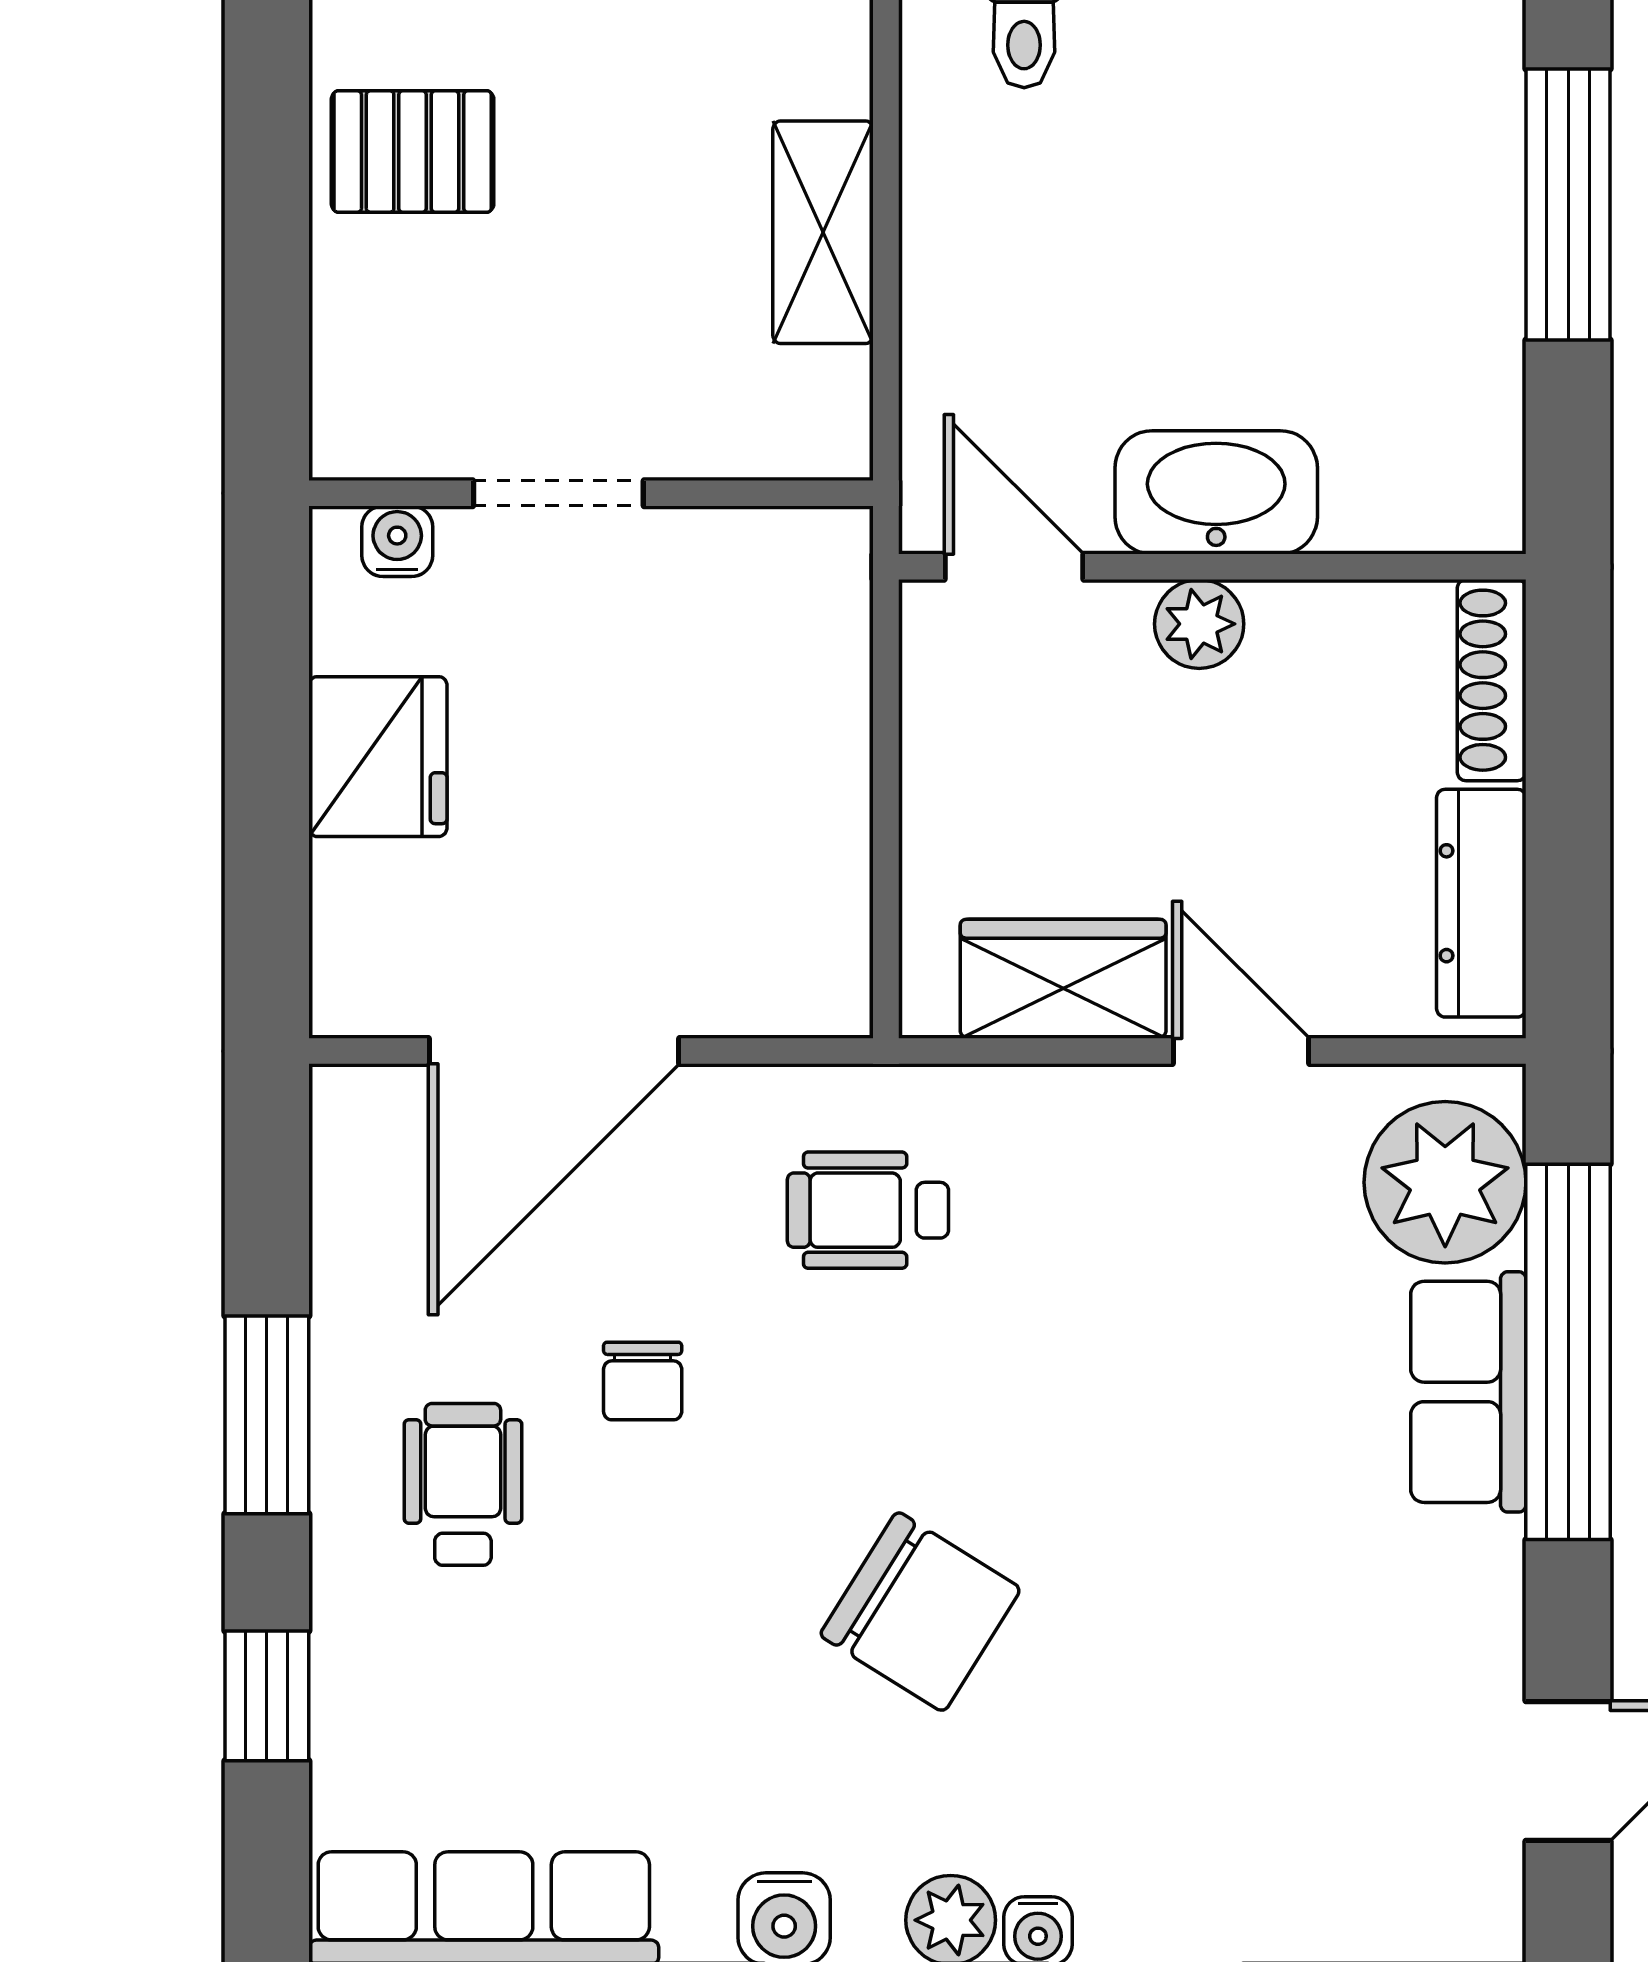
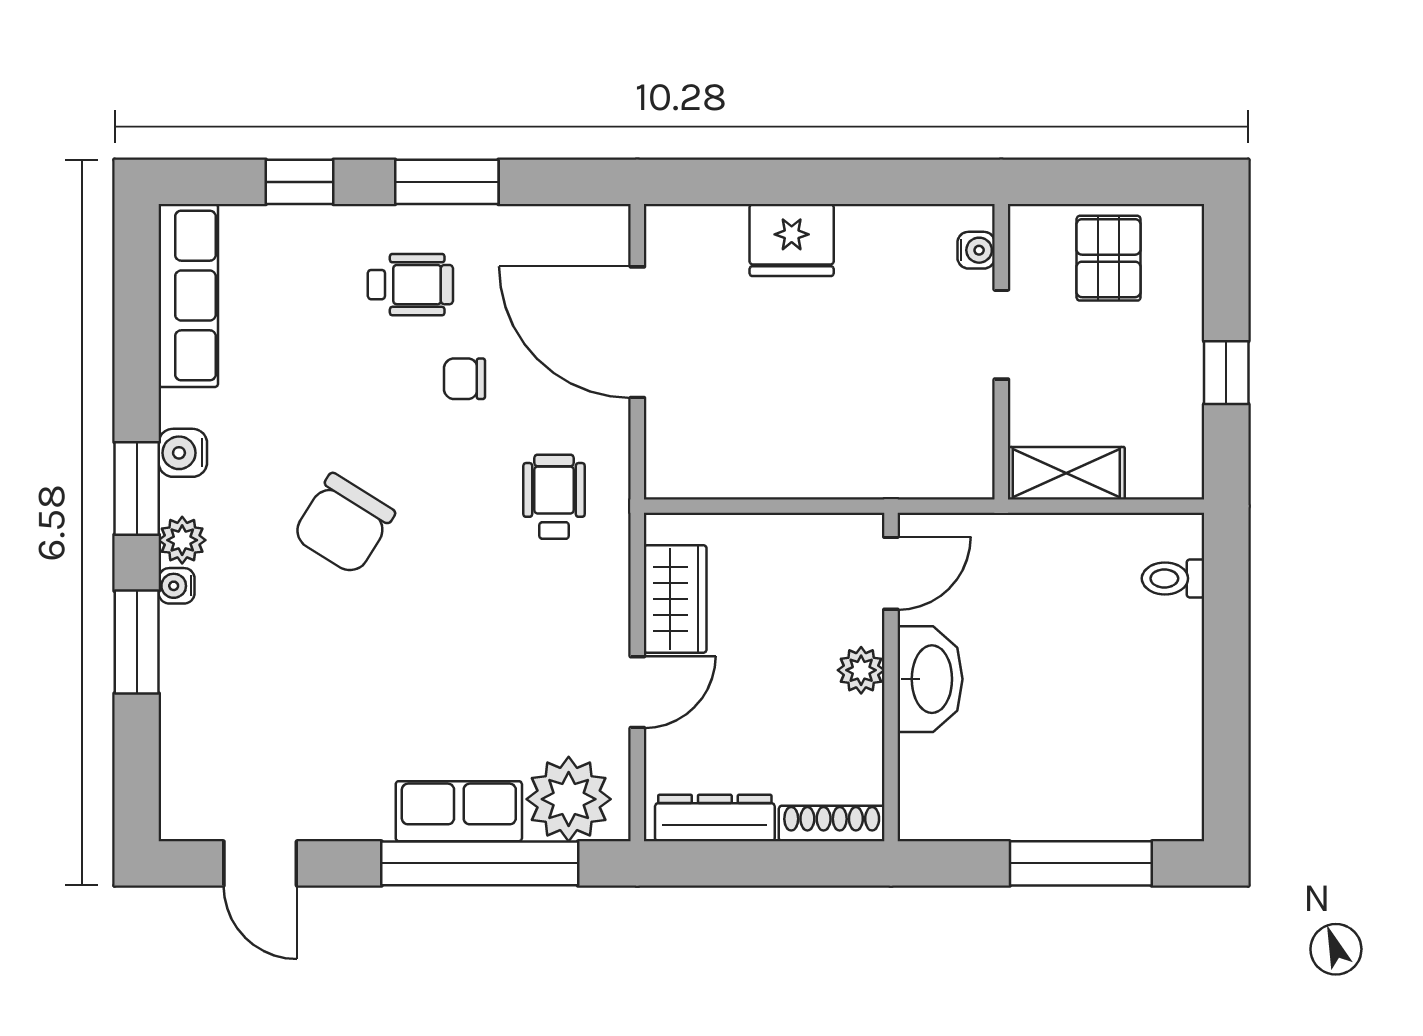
doorway: (558, 493) -> (1001, 335), moved
wall: (591, 493) -> (1001, 352), moved
water cooler: (397, 541) -> (976, 250), moved

